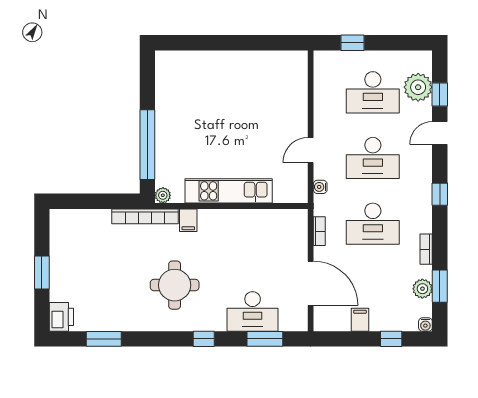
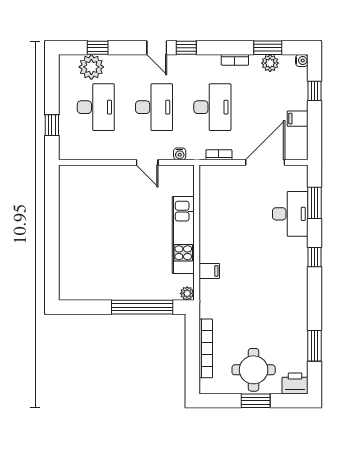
door: (440, 133) -> (157, 48), moved
bookcase: (145, 216) -> (206, 348), moved
round table: (175, 285) -> (254, 370), moved

